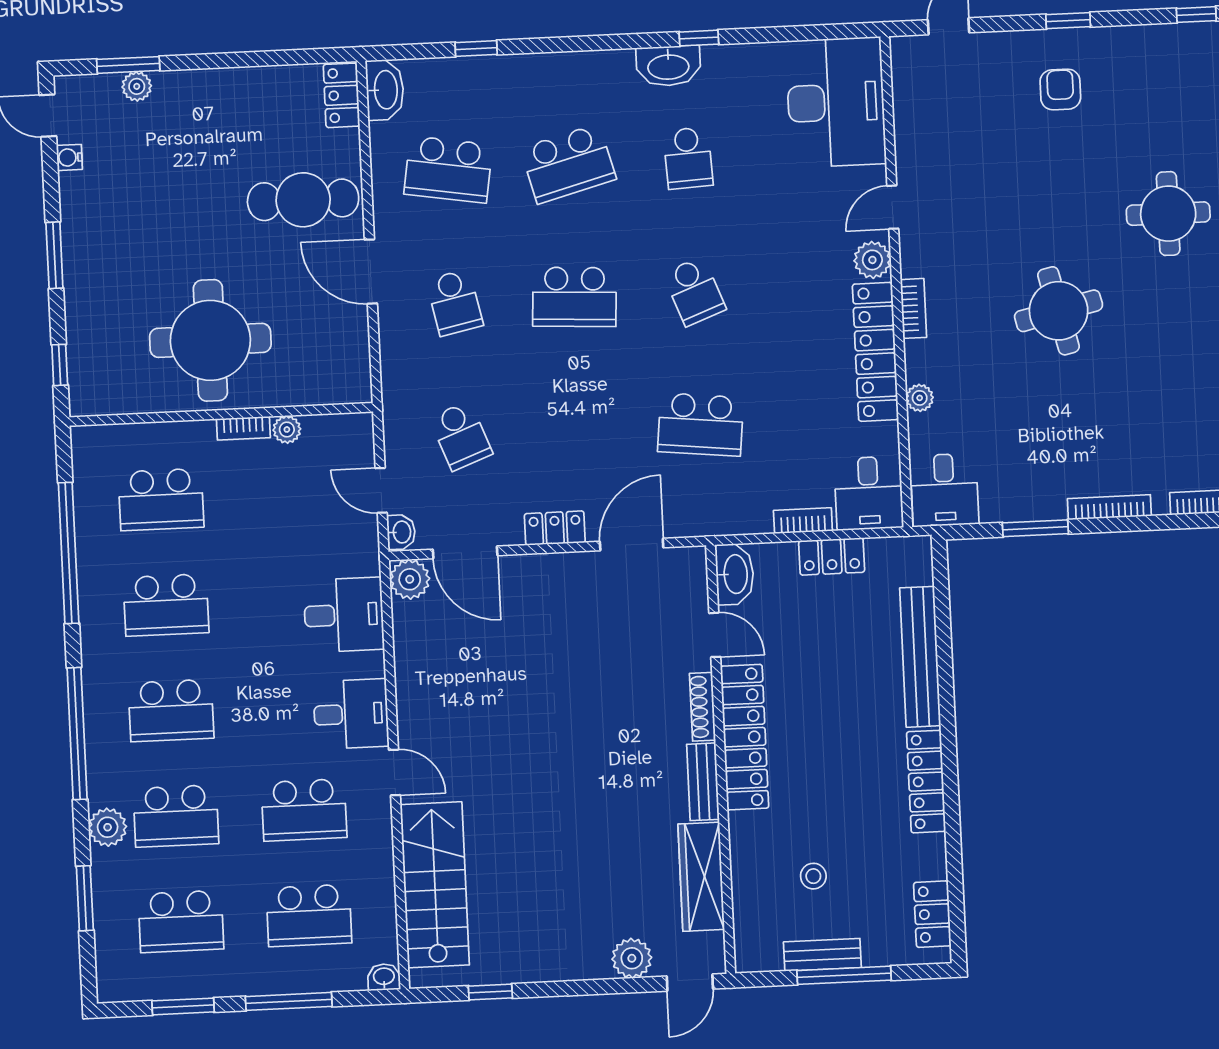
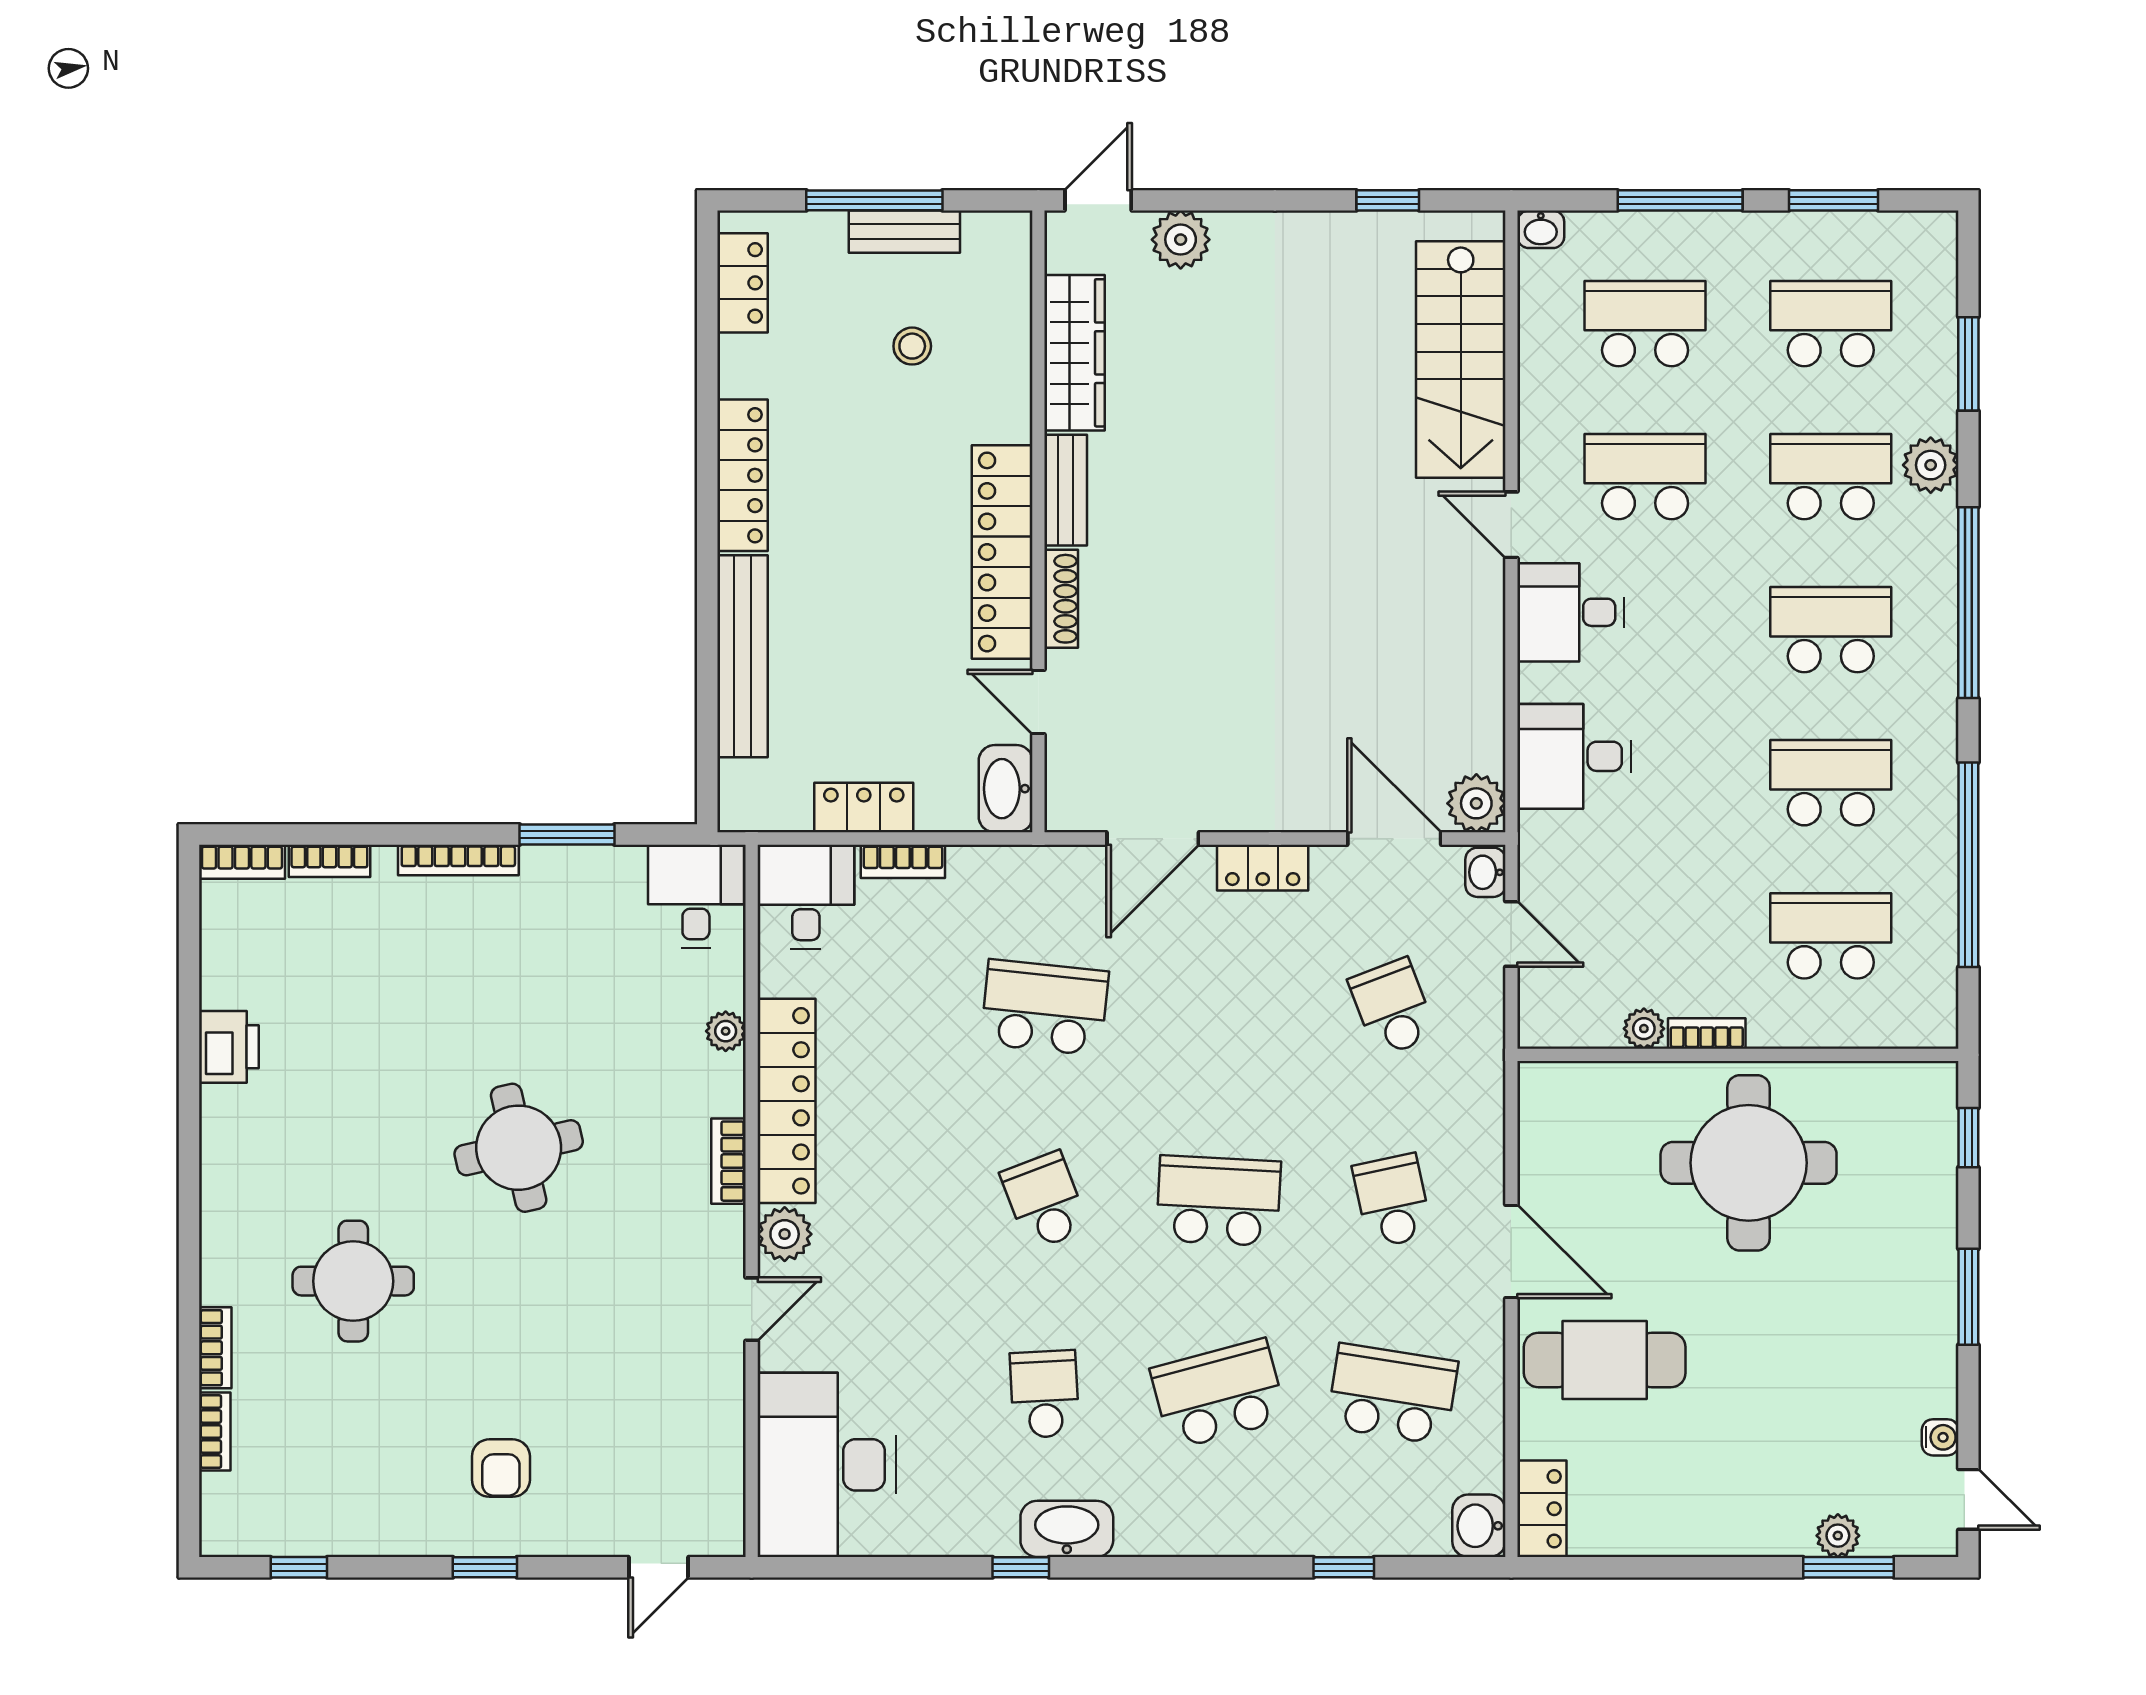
washbasin: (385, 90) -> (1479, 1526), width x0.72

